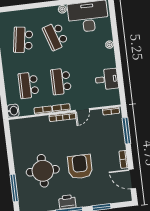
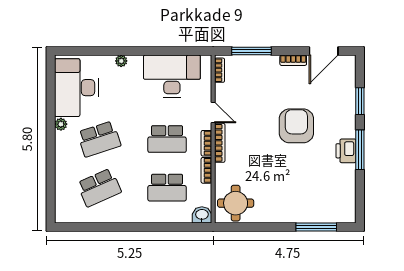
school desk: (23, 40) -> (99, 188), turned -33
desk: (107, 79) -> (172, 76), width x1.87, depth x1.30
armchair: (80, 167) -> (296, 126), turned 90
round table: (43, 171) -> (236, 203), moved, width x0.73, depth x0.73

